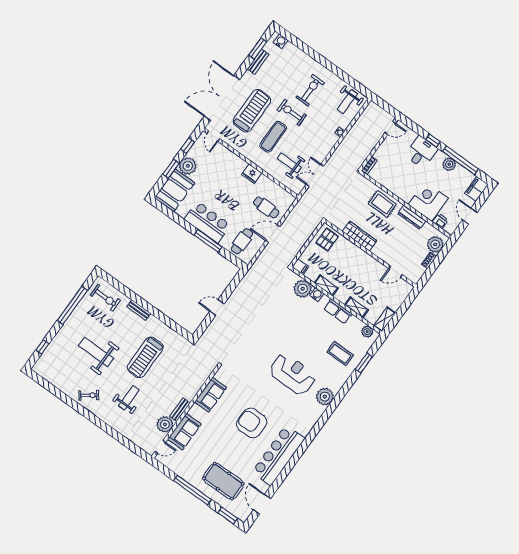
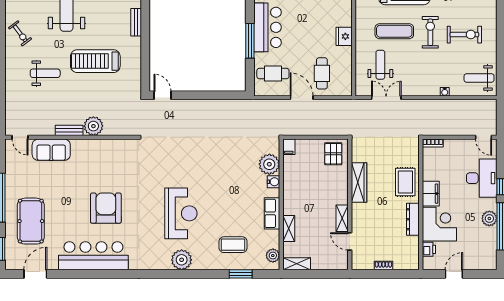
desk: (421, 152) -> (482, 178), width x1.37
filing cabinet: (476, 189) -> (431, 194), moved, turned 90
pallet: (327, 239) -> (333, 154), turned 90
plant: (435, 244) -> (403, 260), removed
shelving: (326, 285) -> (342, 218), moved
door: (217, 307) -> (162, 95), moved
coffee table: (340, 354) -> (233, 245), turned 90
sofa: (211, 395) -> (104, 149), removed
plant: (165, 424) -> (93, 126), moved

